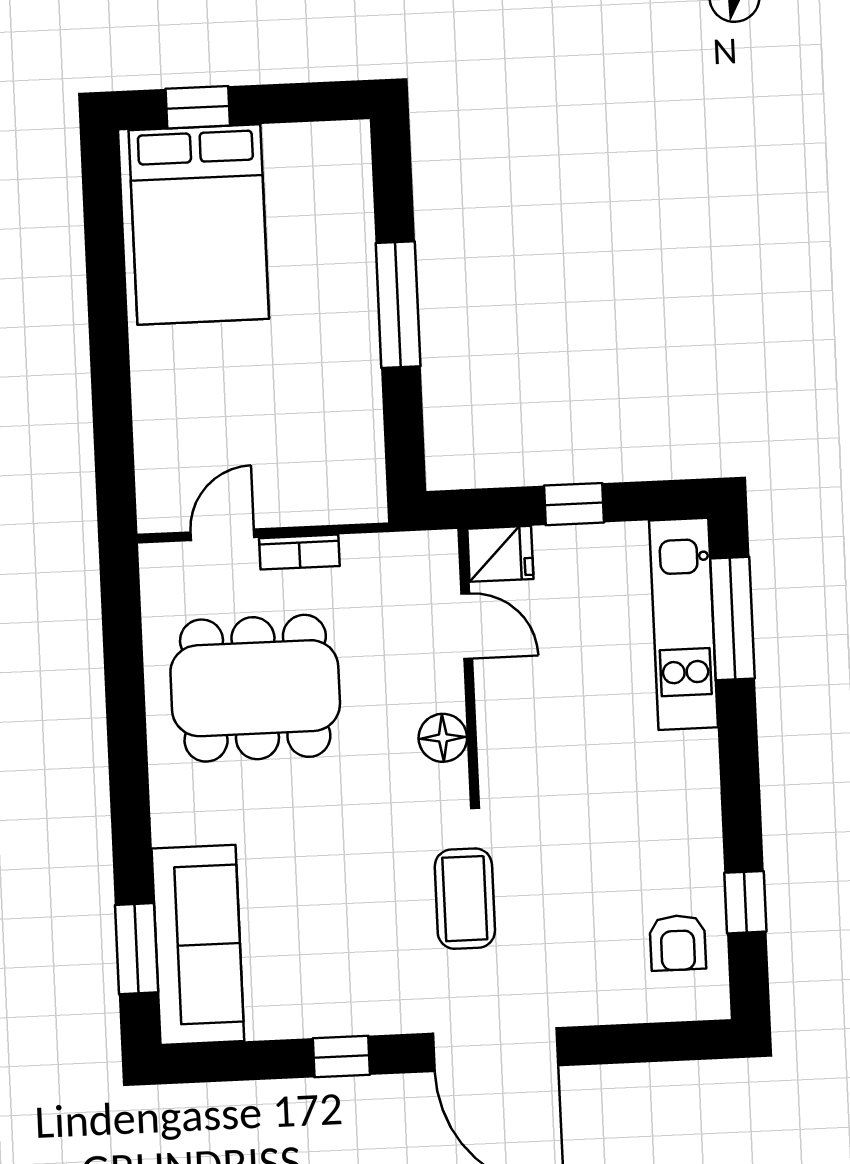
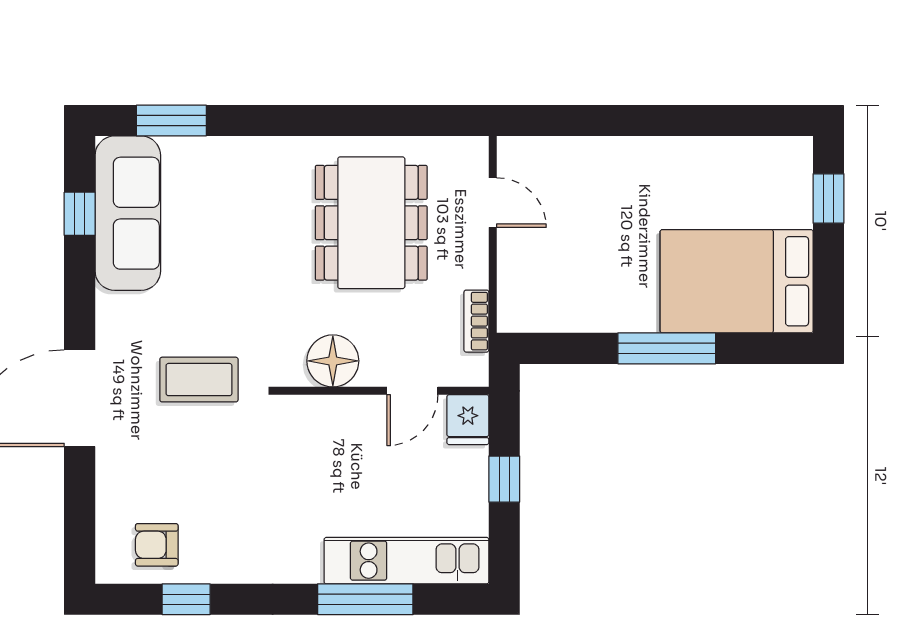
bed: (199, 225) -> (737, 281), moved
bookcase: (299, 552) -> (476, 321), moved
window: (733, 618) -> (365, 599), moved
floor lamp: (443, 738) -> (333, 361), width x1.38, depth x1.38
sofa: (198, 945) -> (128, 213), moved, turned -90
window: (341, 1057) -> (80, 214), moved

